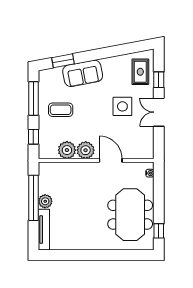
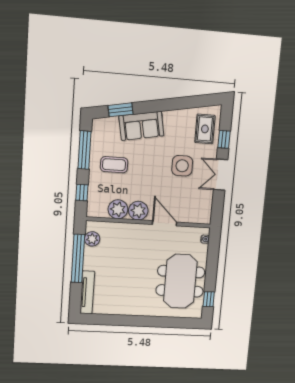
plant: (45, 201) -> (92, 239), moved

